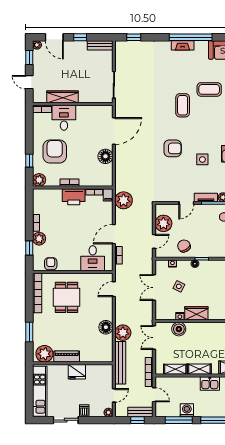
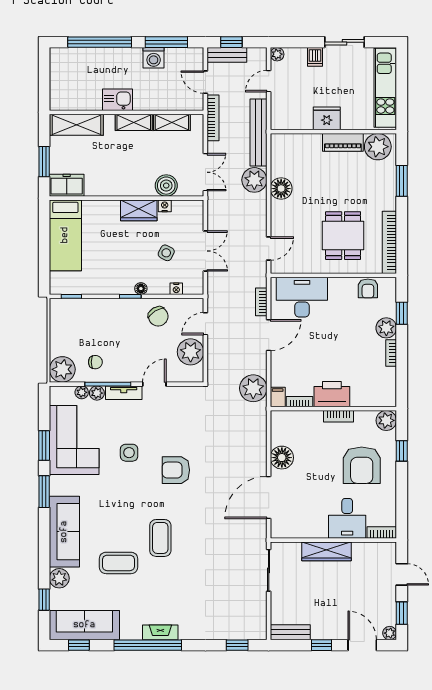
wardrobe: (62, 97) -> (326, 551), moved
desk: (93, 258) -> (302, 297), width x1.37

